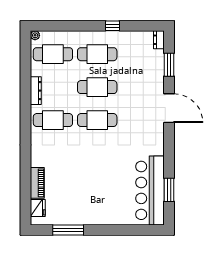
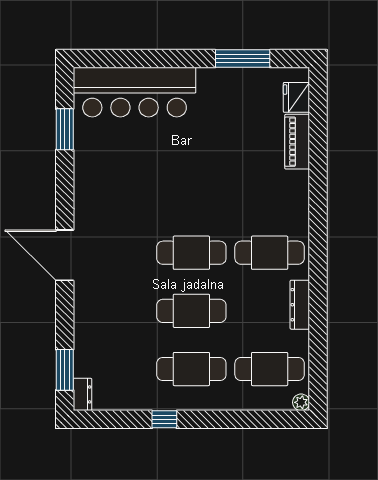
window: (169, 65) -> (65, 370), moved
door: (169, 108) -> (65, 255), moved
bar counter: (150, 190) -> (135, 92), moved, turned 90

